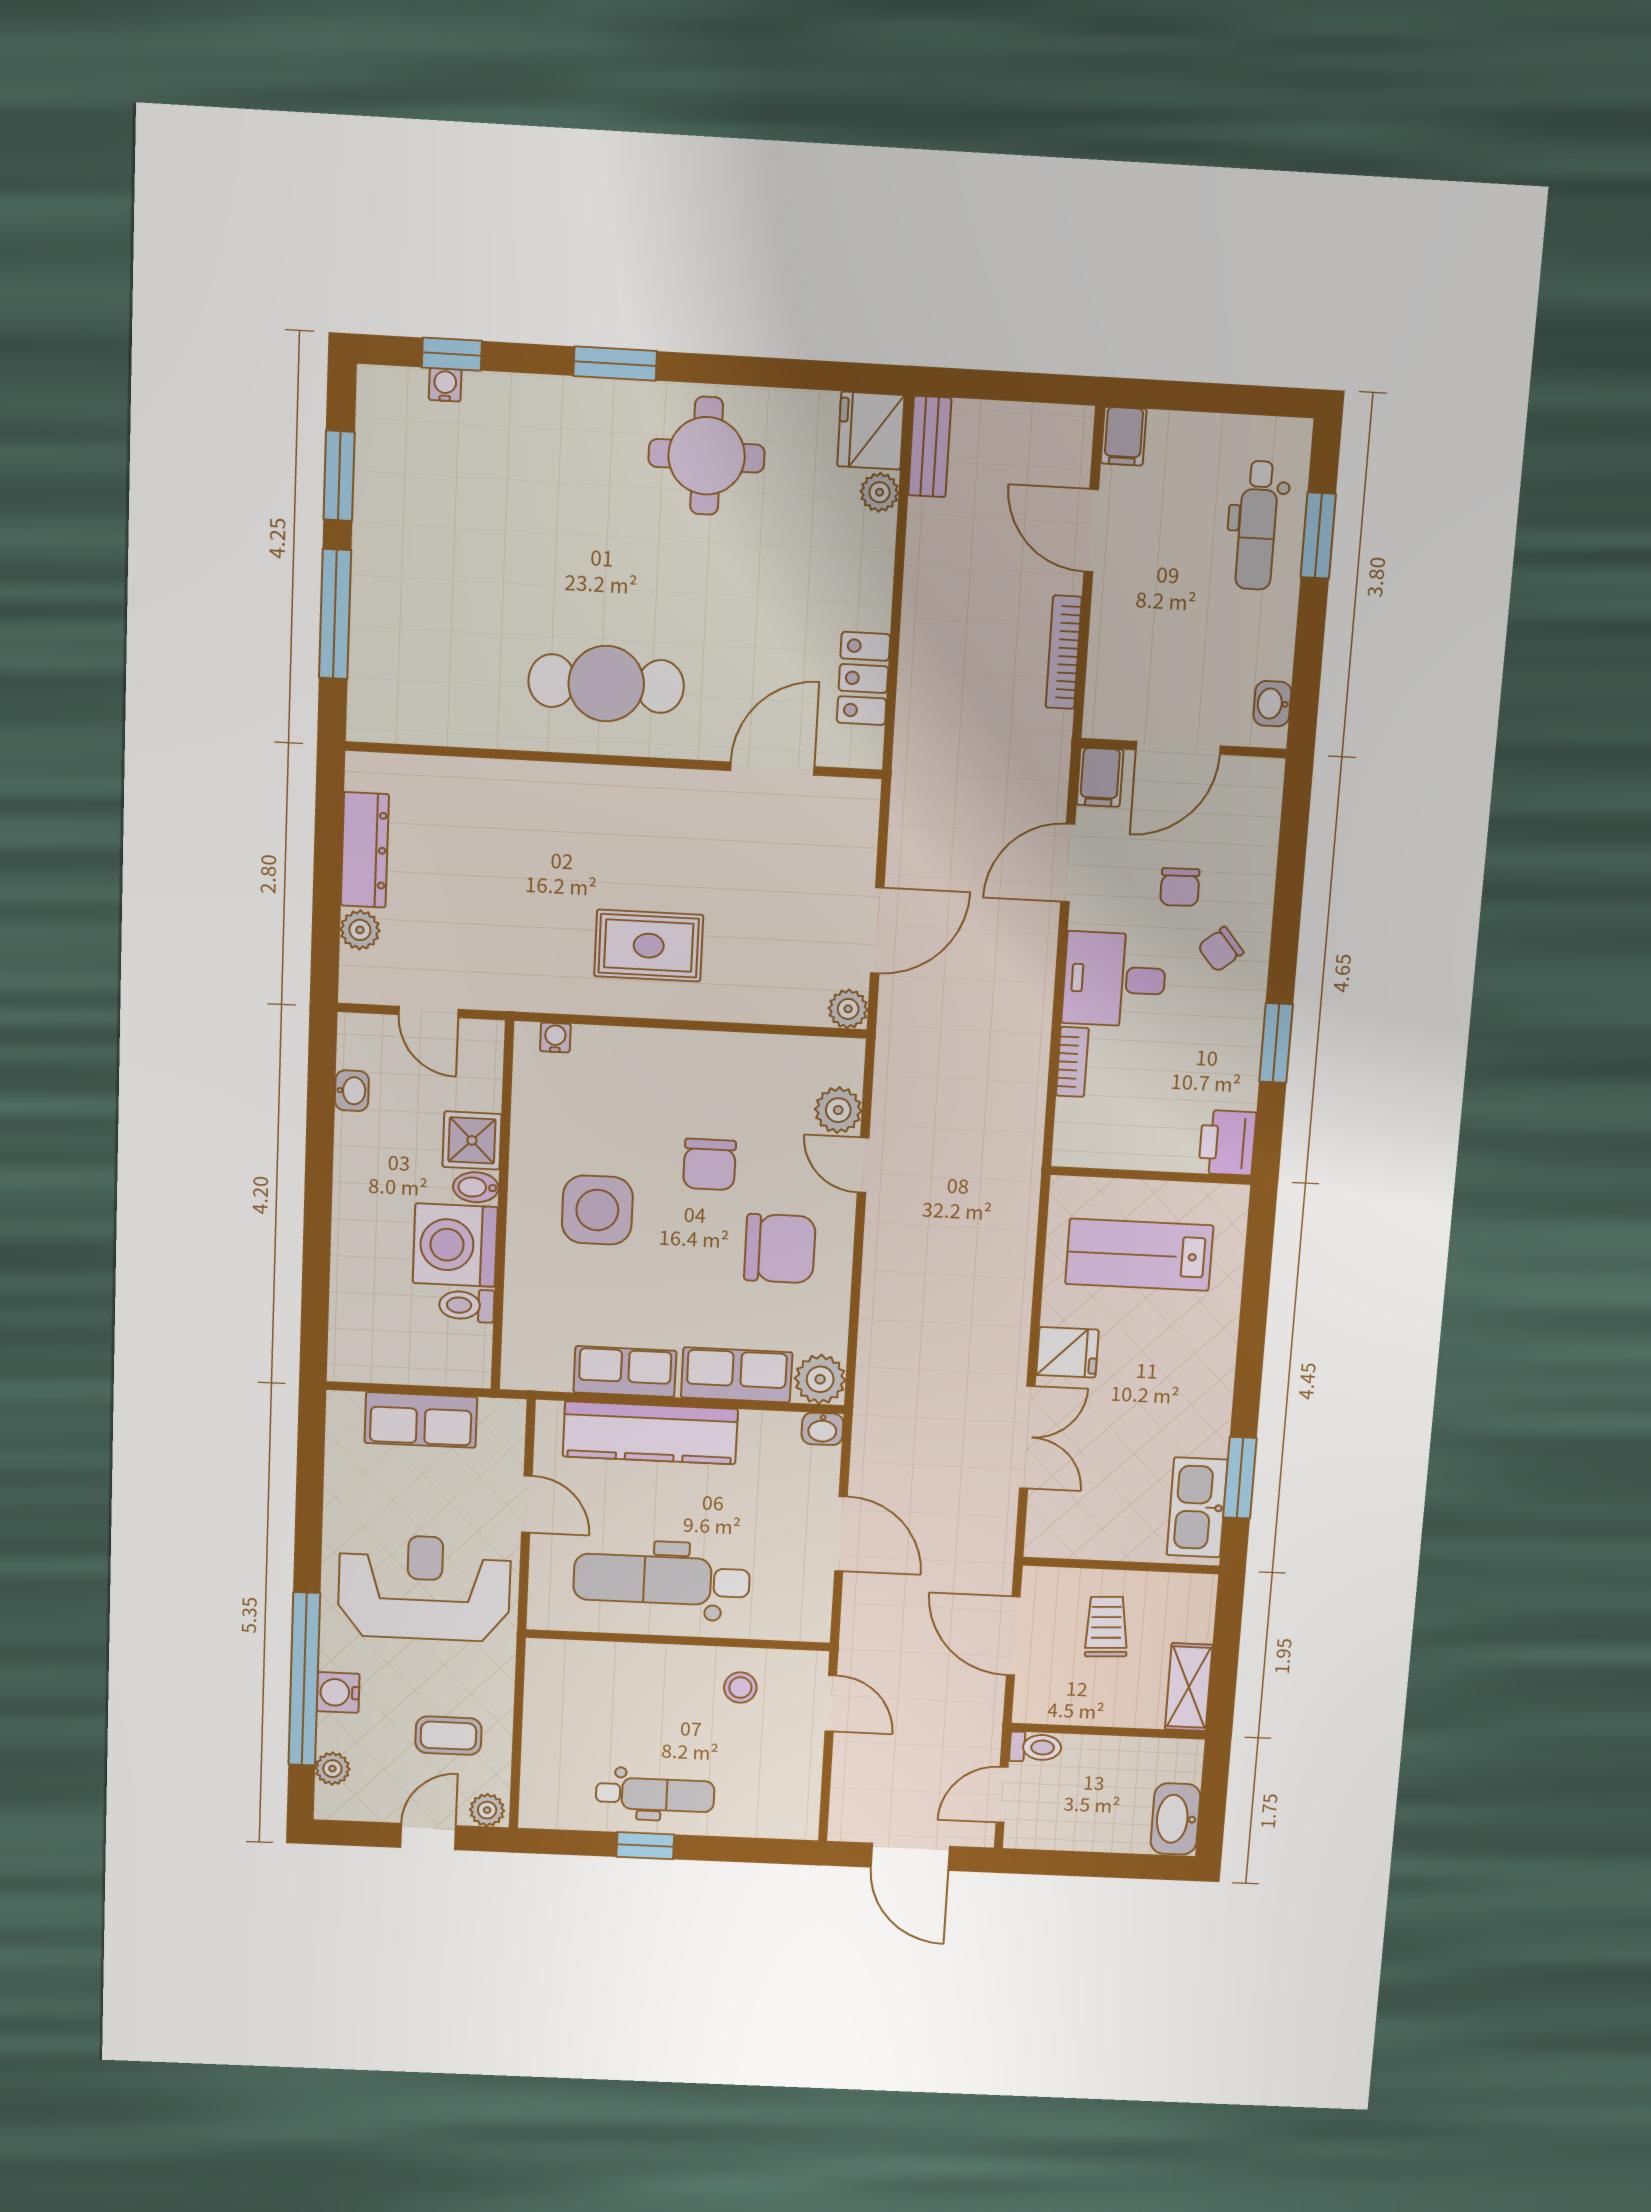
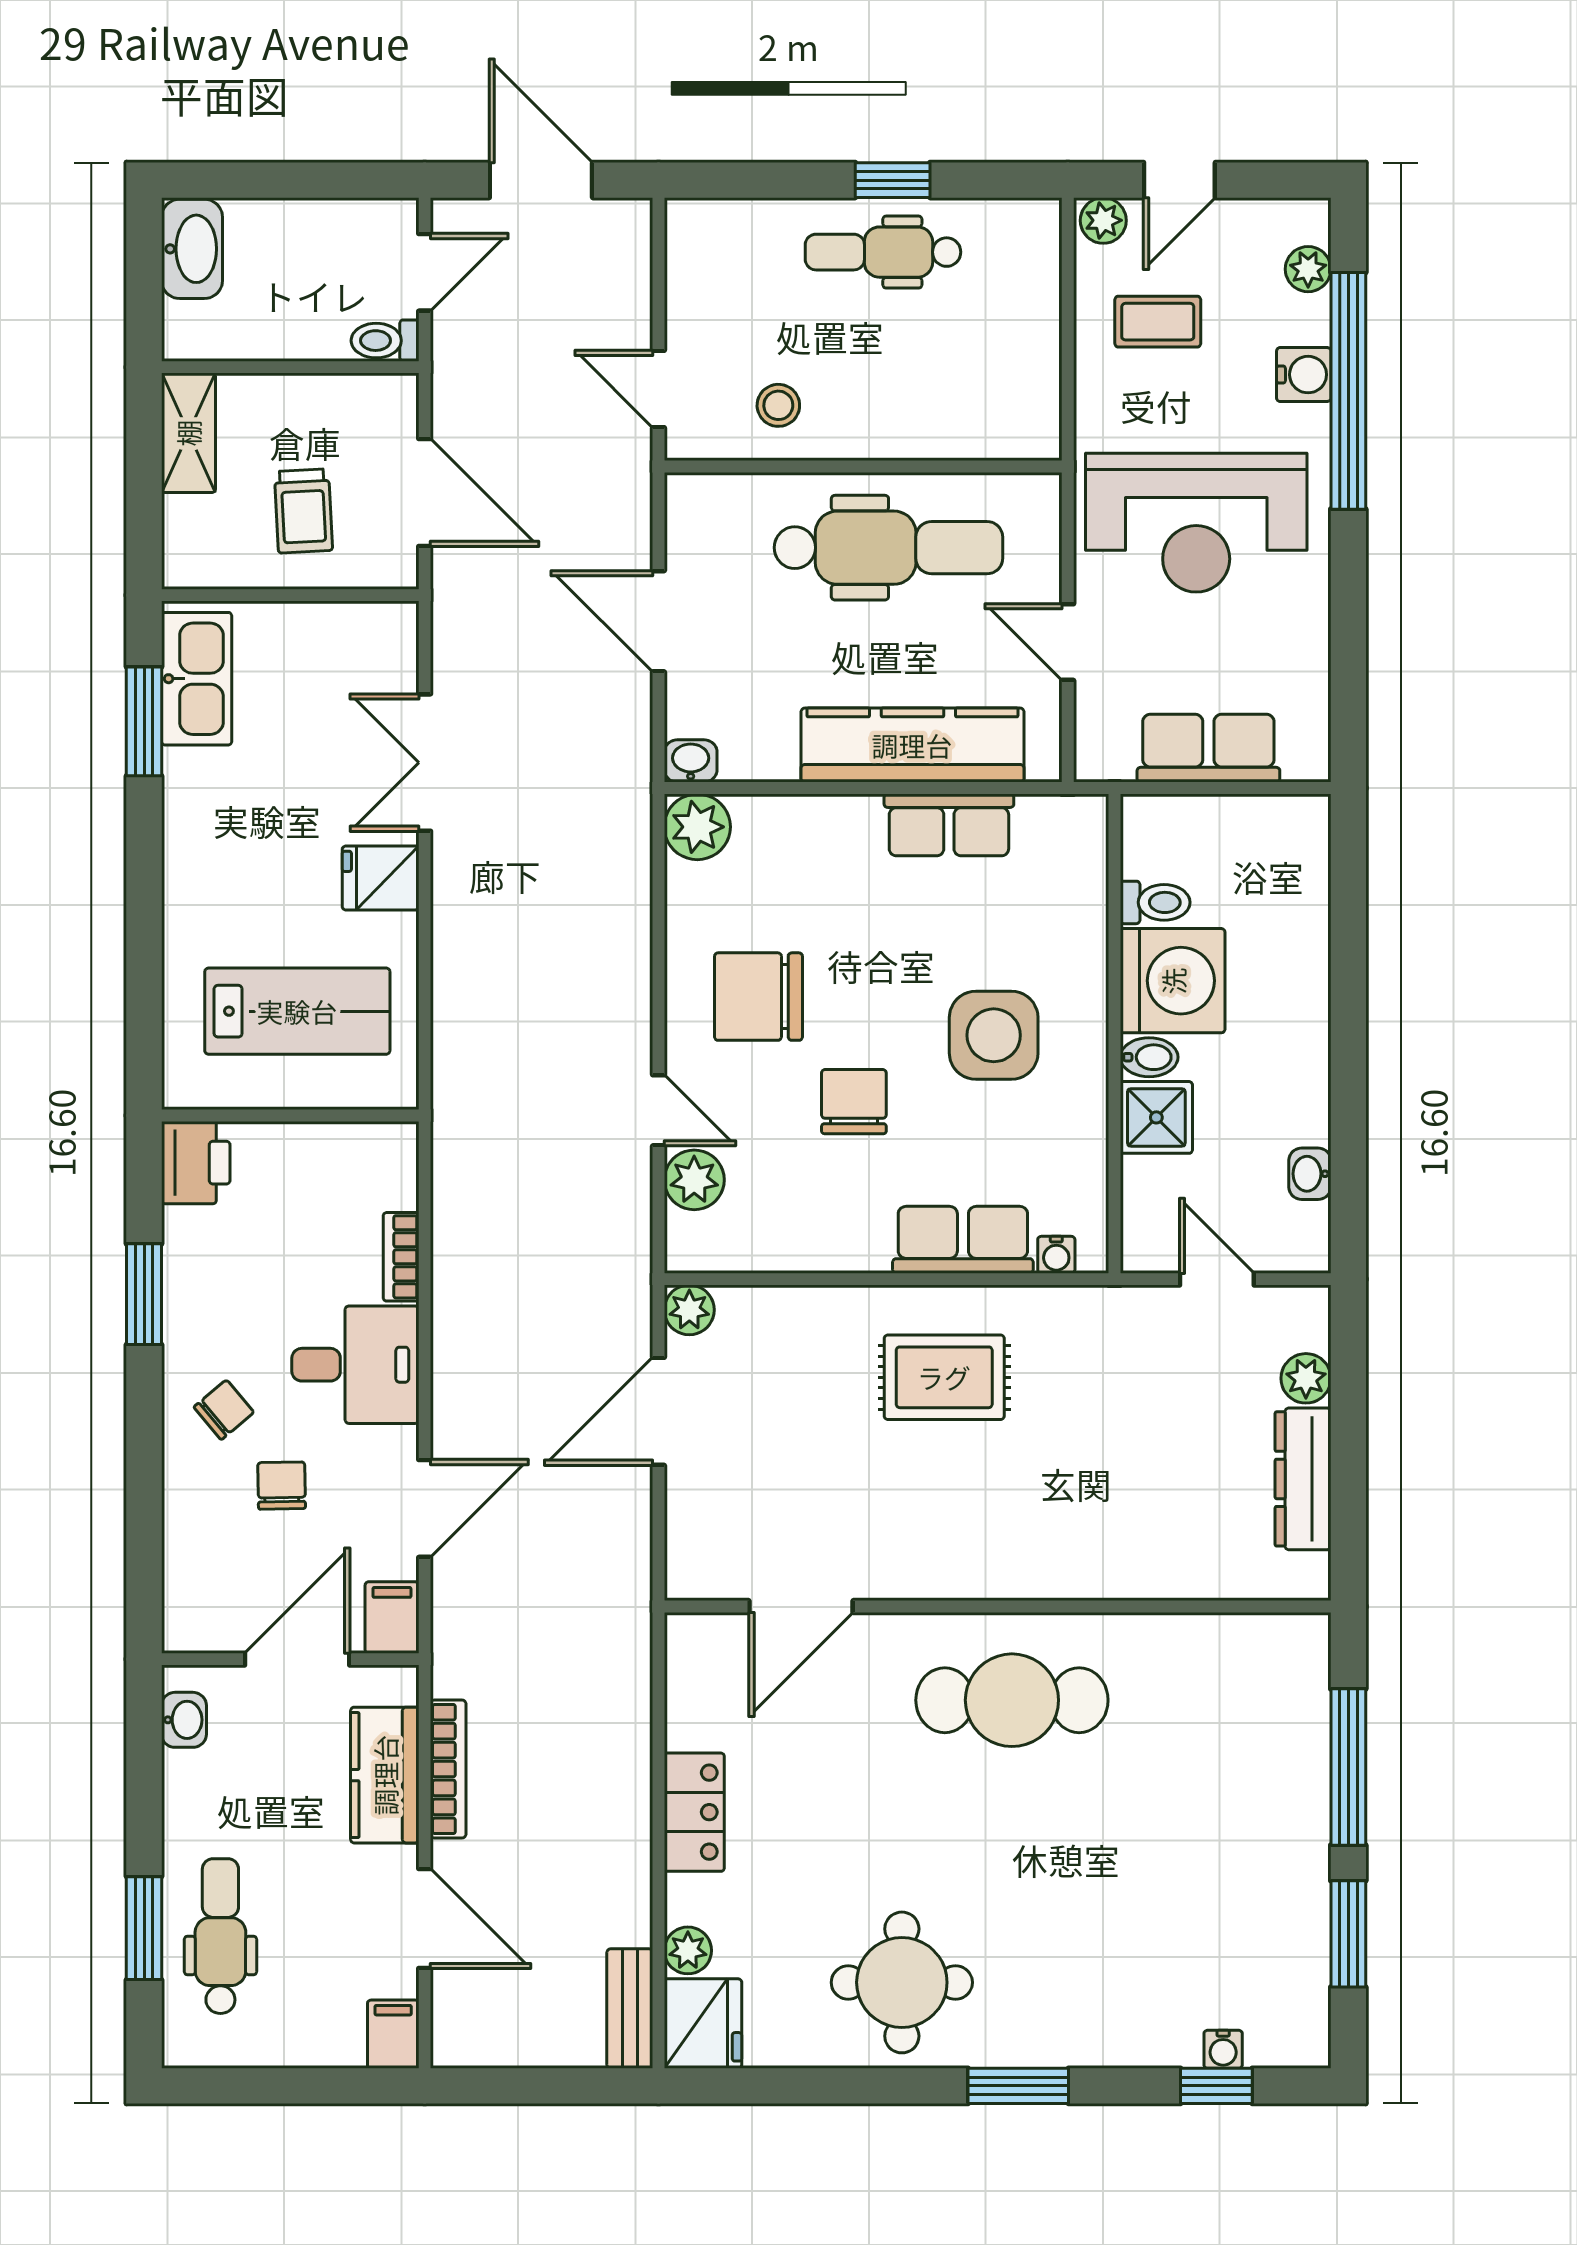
kitchen counter: (1115, 650) -> (385, 1775), added
locker: (863, 678) -> (694, 1812), moved
row of seats: (737, 1375) -> (963, 1240), moved, turned 180

